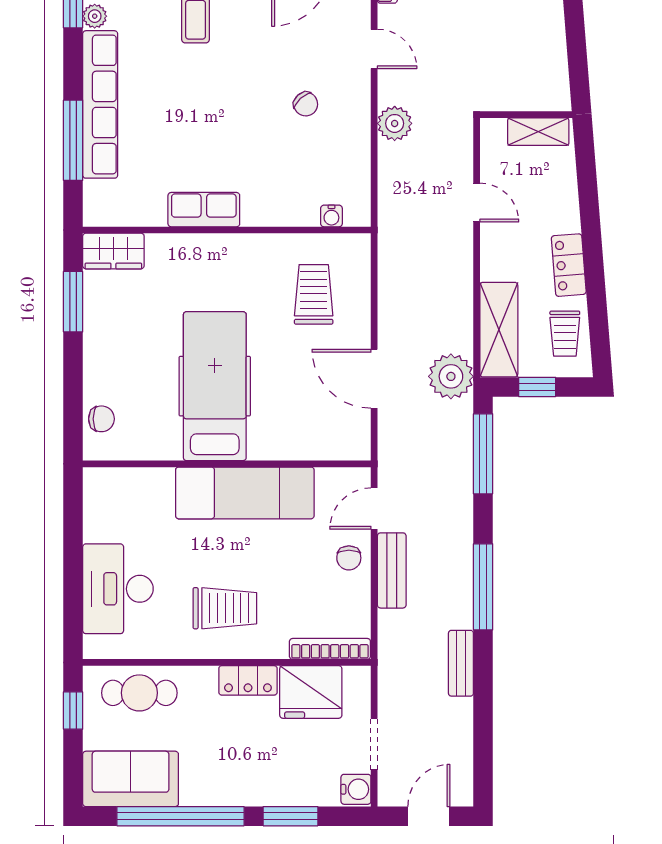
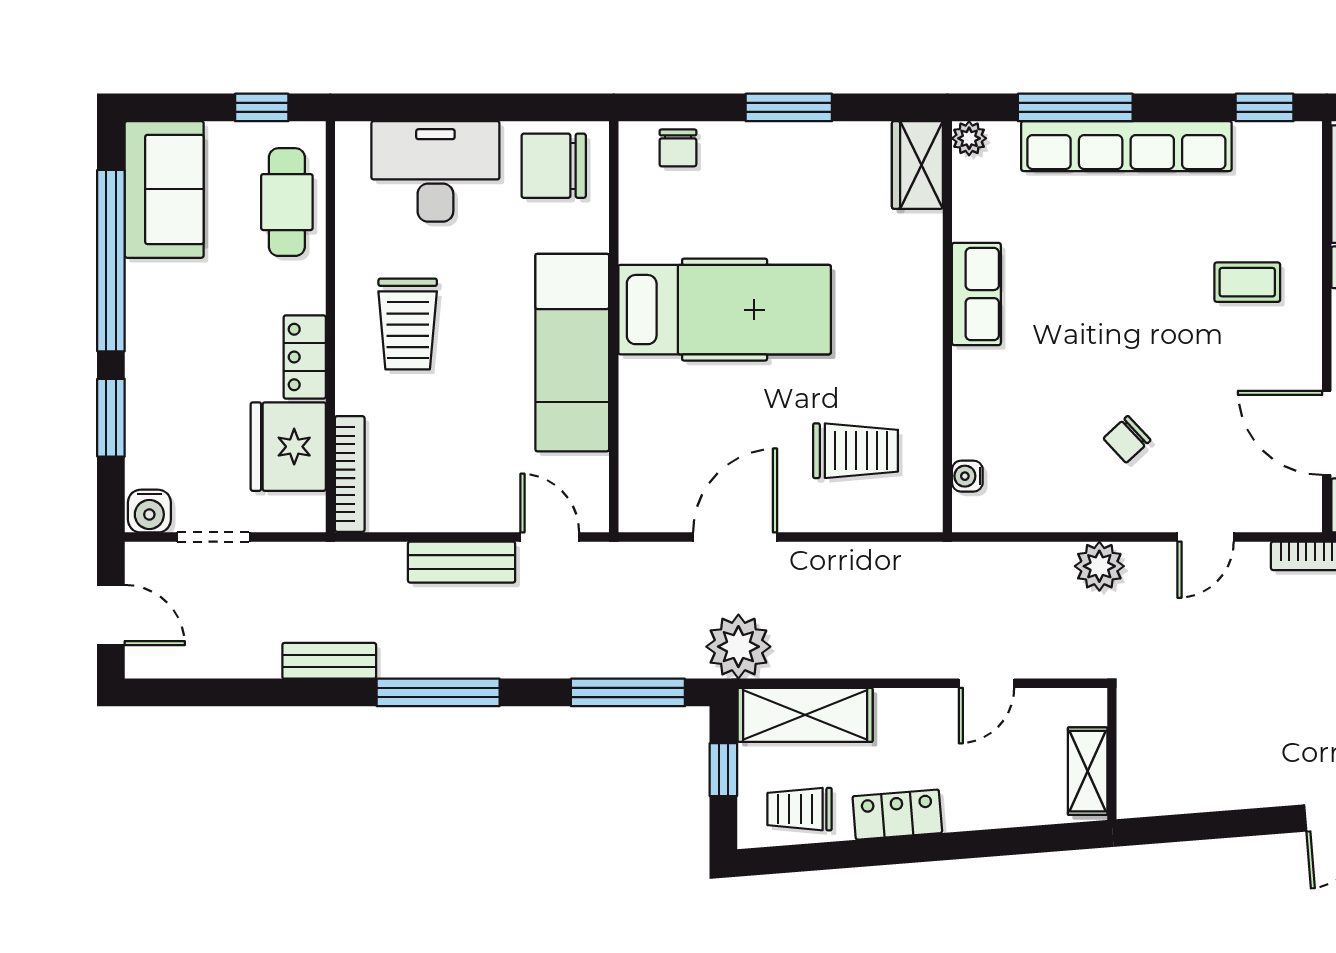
plant: (95, 16) -> (969, 138), moved
window: (73, 302) -> (789, 107), moved
chair: (349, 558) -> (554, 166), moved, width x1.87, depth x1.87

